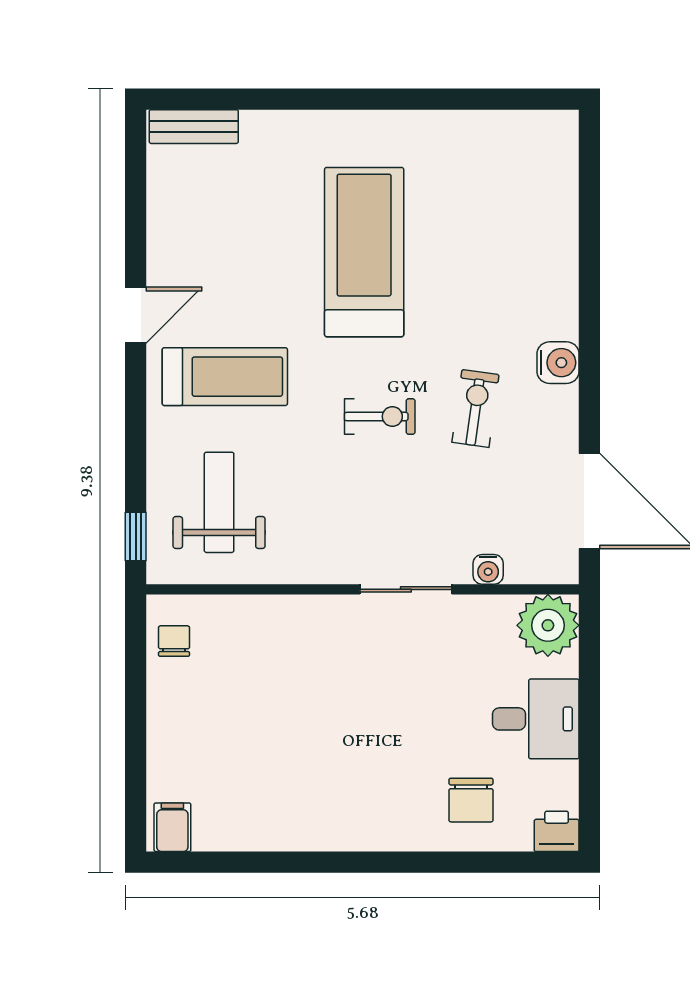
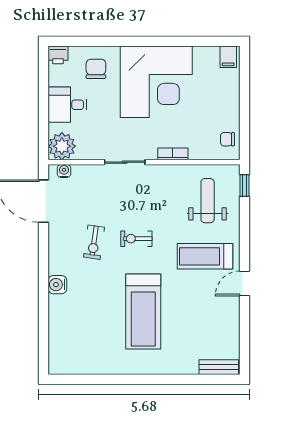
water cooler: (558, 363) -> (57, 285), moved
weight bench: (219, 502) -> (208, 201), turned 180
water cooler: (488, 569) -> (64, 171), moved
bookcase: (297, 608) -> (173, 154), added
chair: (174, 641) -> (227, 139), turned 90
corner desk: (335, 771) -> (156, 82), added

